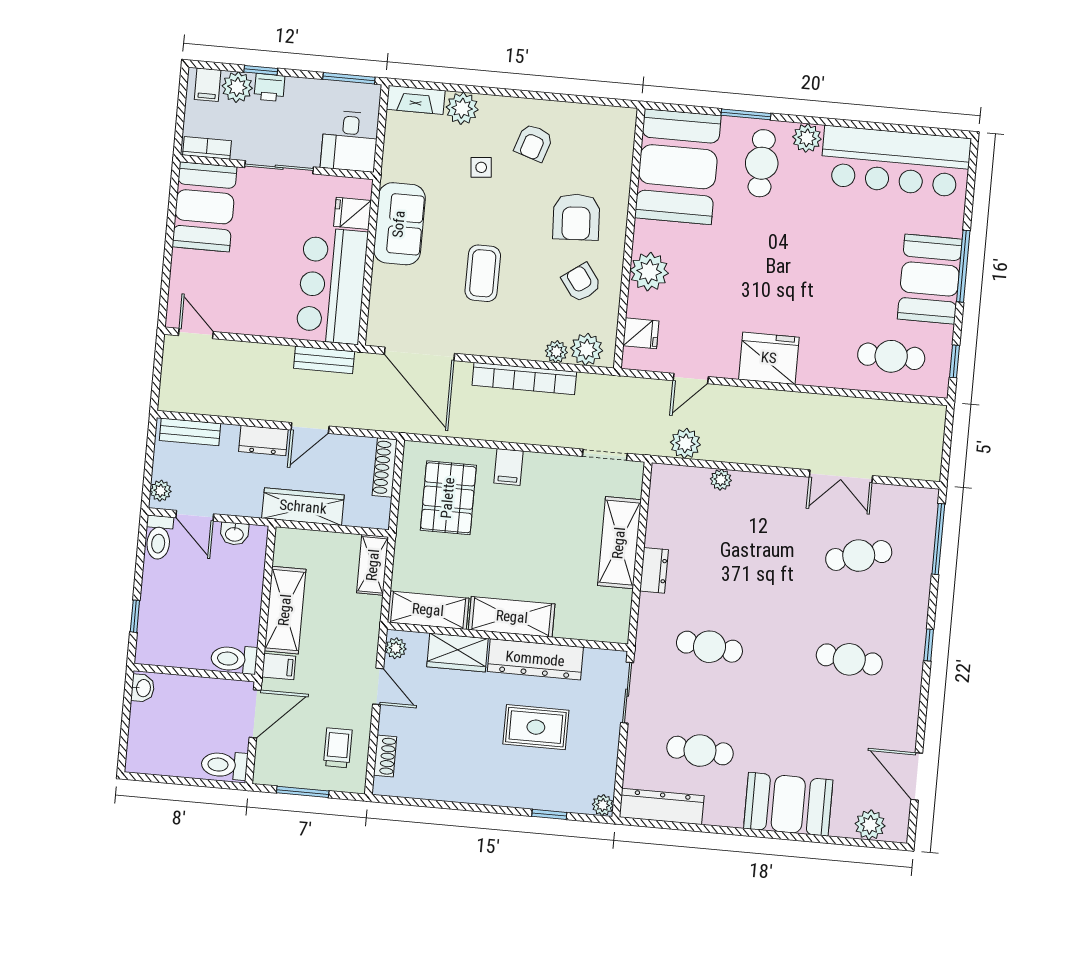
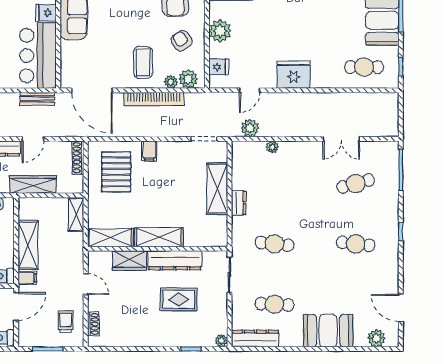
coffee table: (483, 273) -> (143, 62), moved
plant: (396, 648) -> (94, 261), removed

